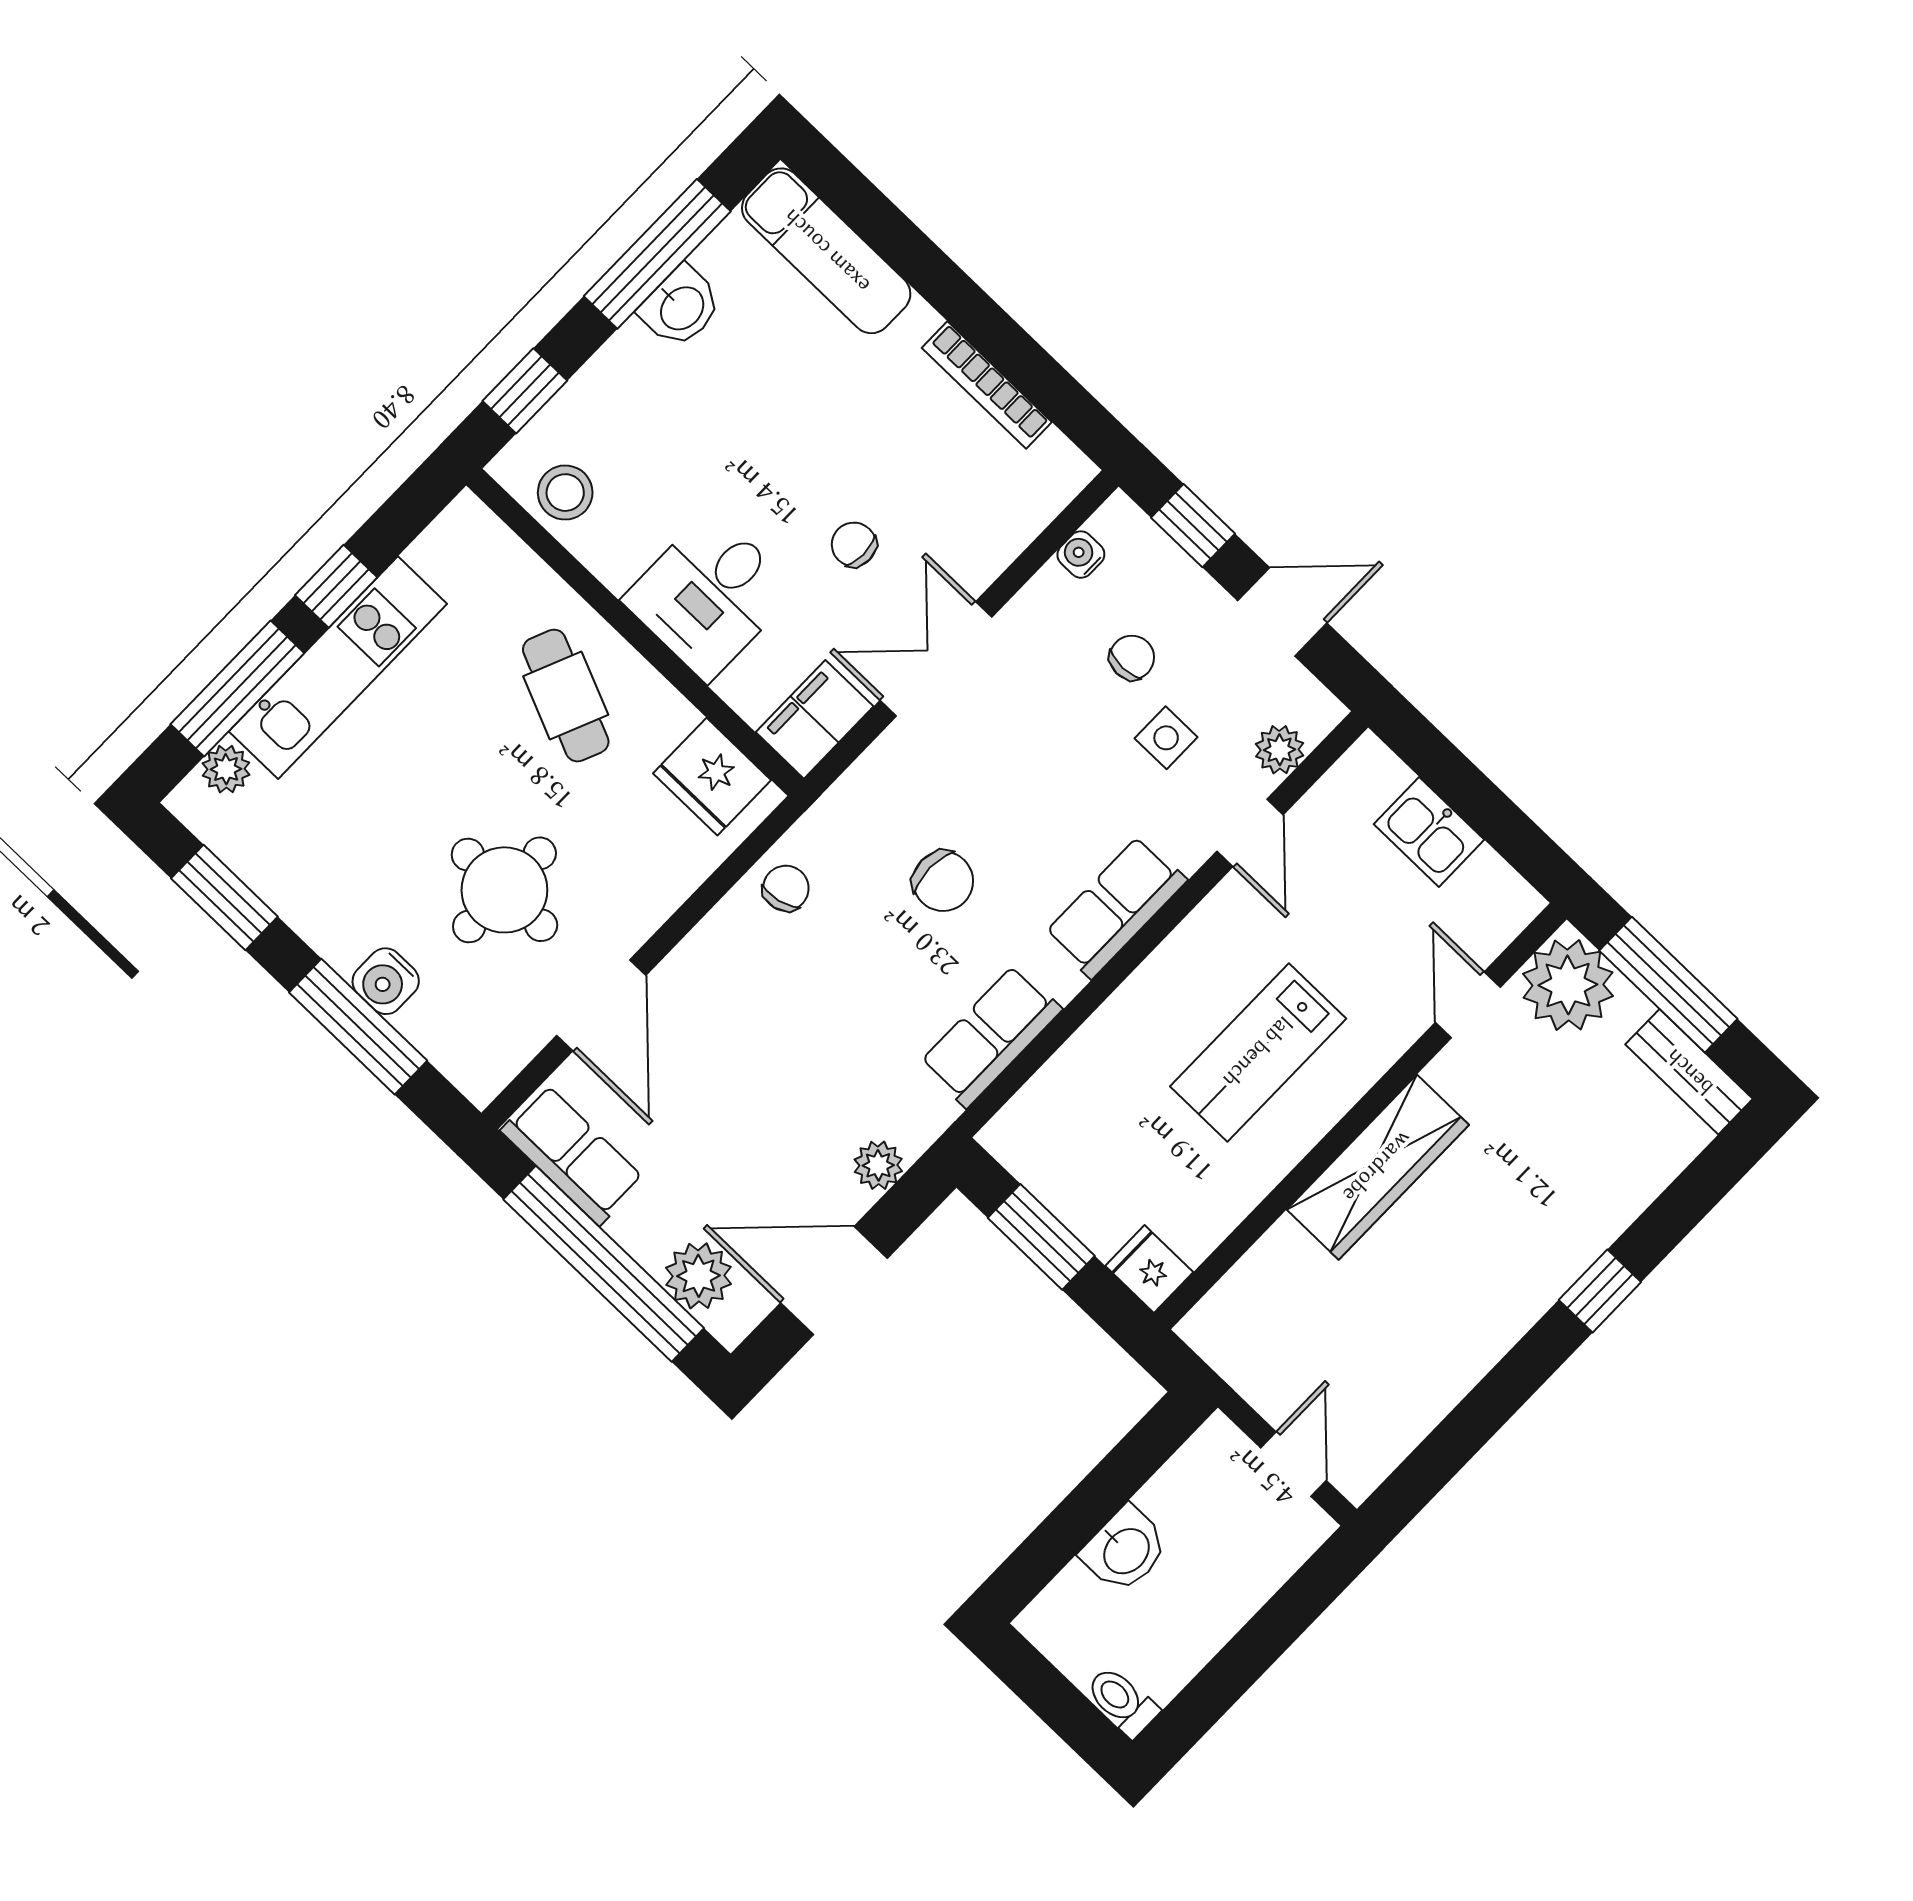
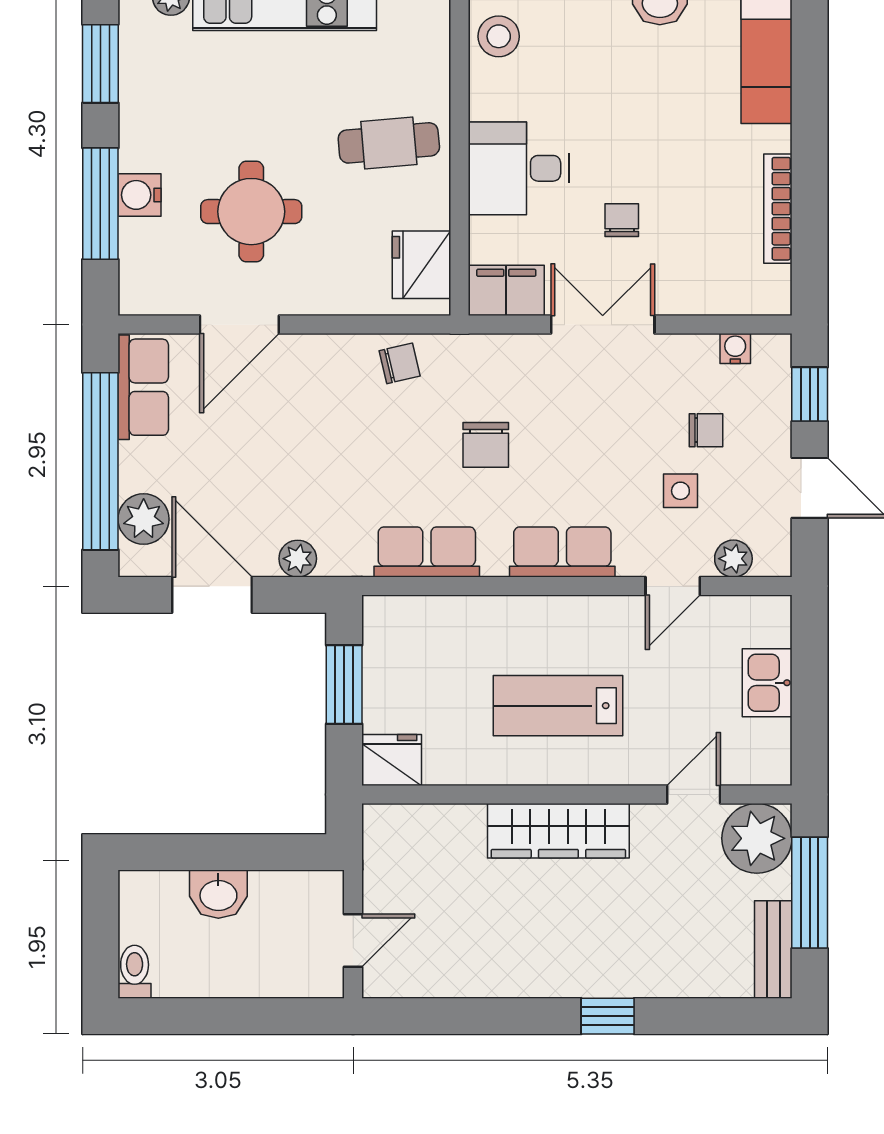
cafe table: (566, 696) -> (389, 143), turned 62
fridge: (1149, 1269) -> (392, 760), width x1.38

